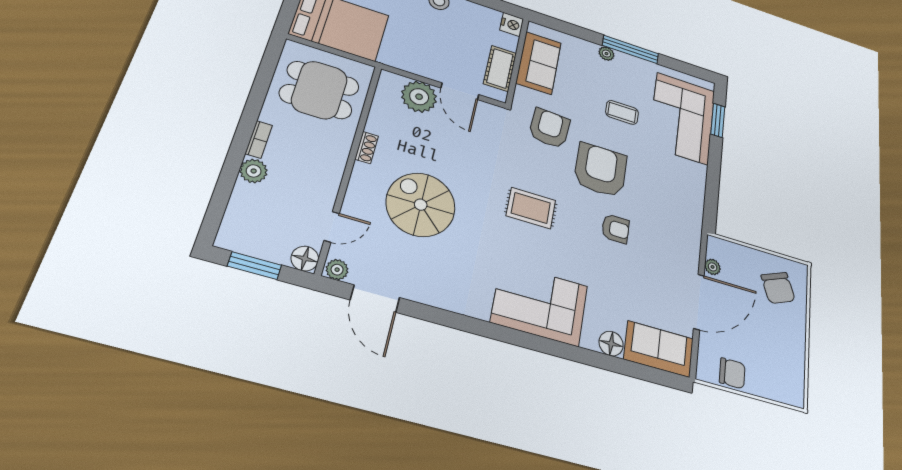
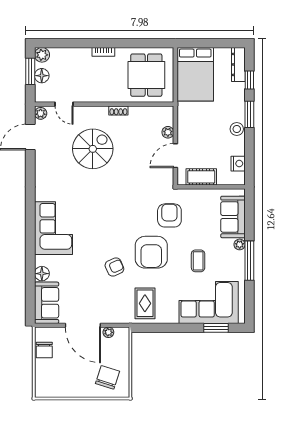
nightstand: (512, 24) -> (238, 164), moved, turned -90
sofa: (539, 63) -> (233, 217), moved, turned 90
plant: (419, 97) -> (168, 132), width x0.53, depth x0.53
armchair: (549, 128) -> (169, 215), turned -94
armchair: (601, 170) -> (151, 252), turned 90
plant: (254, 171) -> (42, 55), moved
rug: (531, 208) -> (145, 303), moved
armchair: (616, 229) -> (114, 267), turned -114
floor lamp: (305, 259) -> (42, 76), moved
chair: (778, 288) -> (107, 377), turned 130

